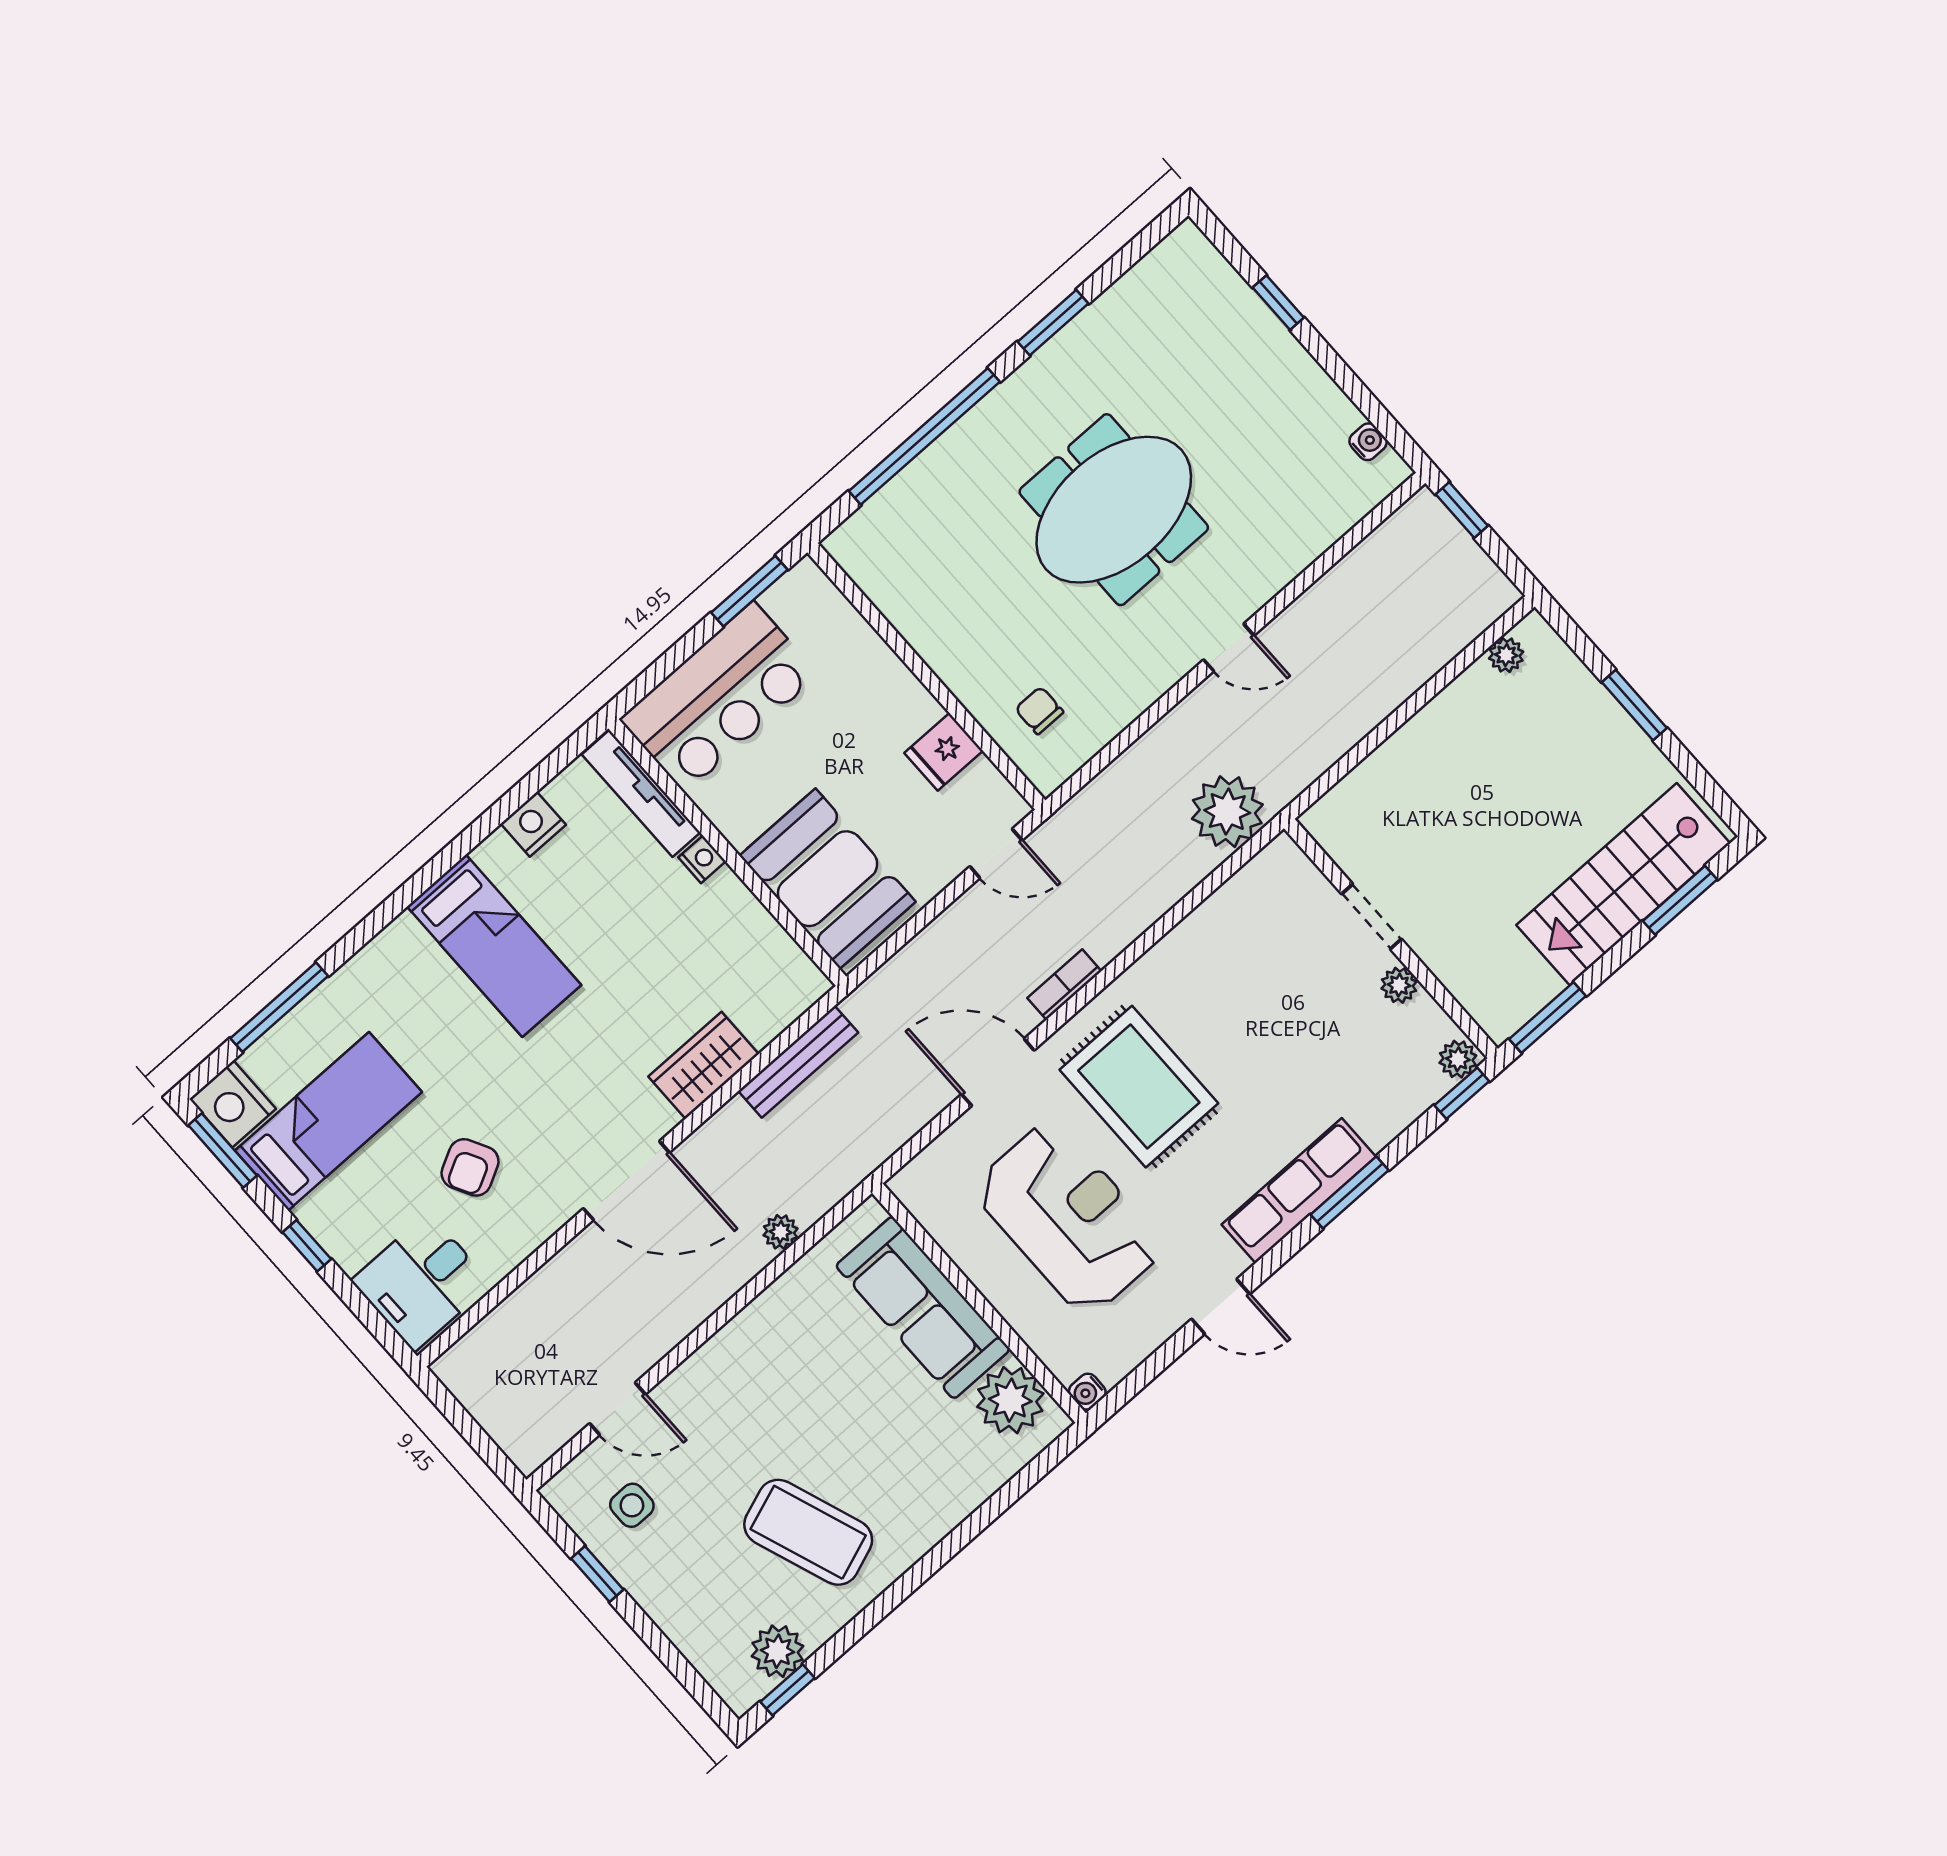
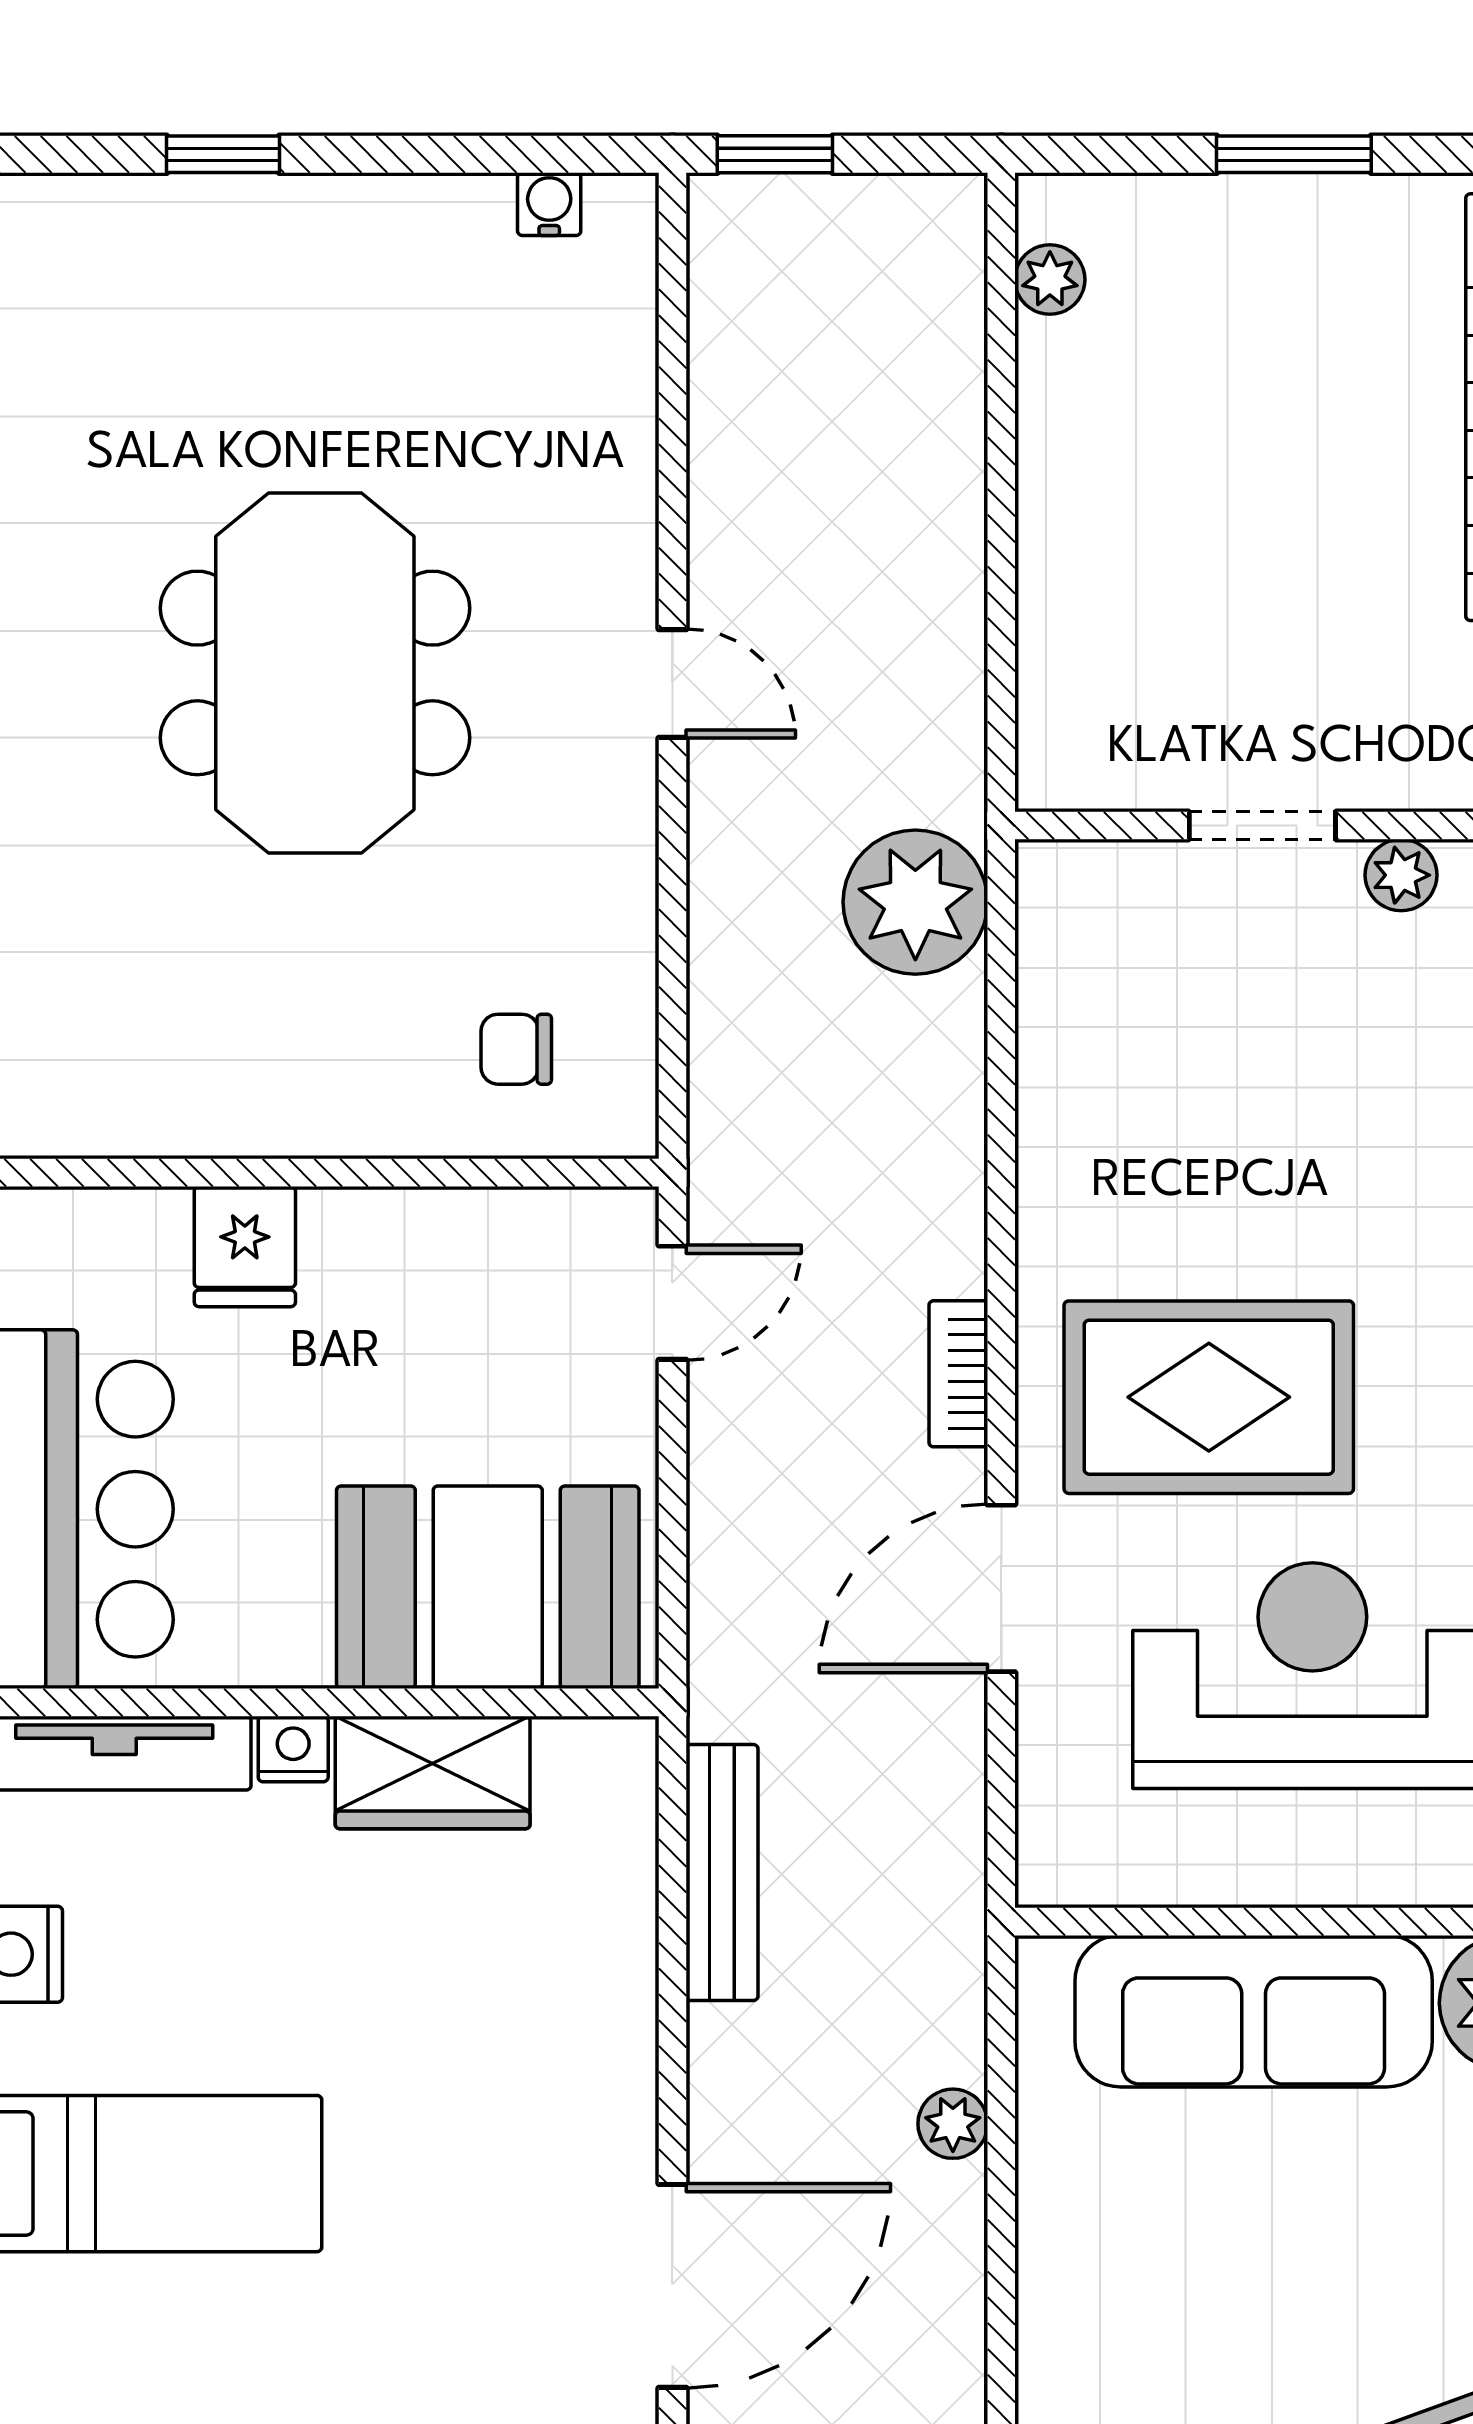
door: (1229, 648) -> (672, 683), hinge flipped
fridge: (944, 752) -> (245, 1247), moved
wardrobe: (704, 1065) -> (433, 1772), moved, turned -90

